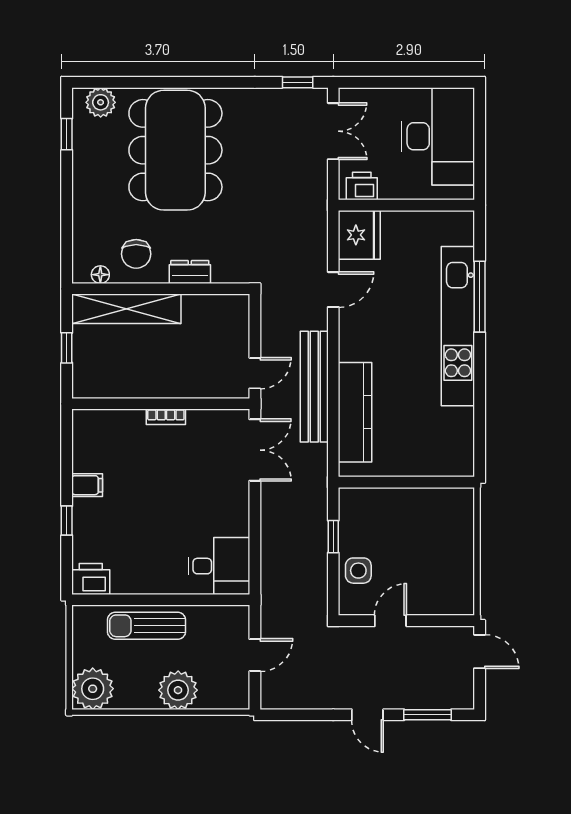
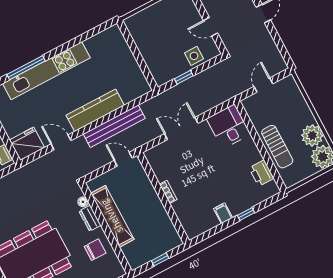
floor lamp: (100, 275) -> (83, 202), moved
shelving: (126, 309) -> (112, 216), moved
kitchen counter: (355, 412) -> (95, 110), moved
double door: (255, 450) -> (181, 129), moved
printer: (91, 579) -> (261, 173), moved
door: (255, 655) -> (263, 85), hinge flipped
plant: (178, 690) -> (312, 135), moved

